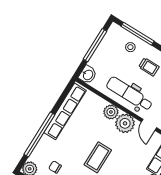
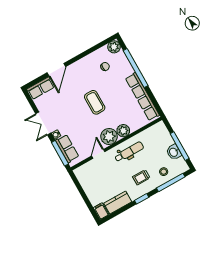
washbasin: (88, 75) -> (174, 152), moved
dental chair: (129, 94) -> (129, 152), width x0.73, depth x0.72
door: (149, 125) -> (98, 154), hinge flipped

